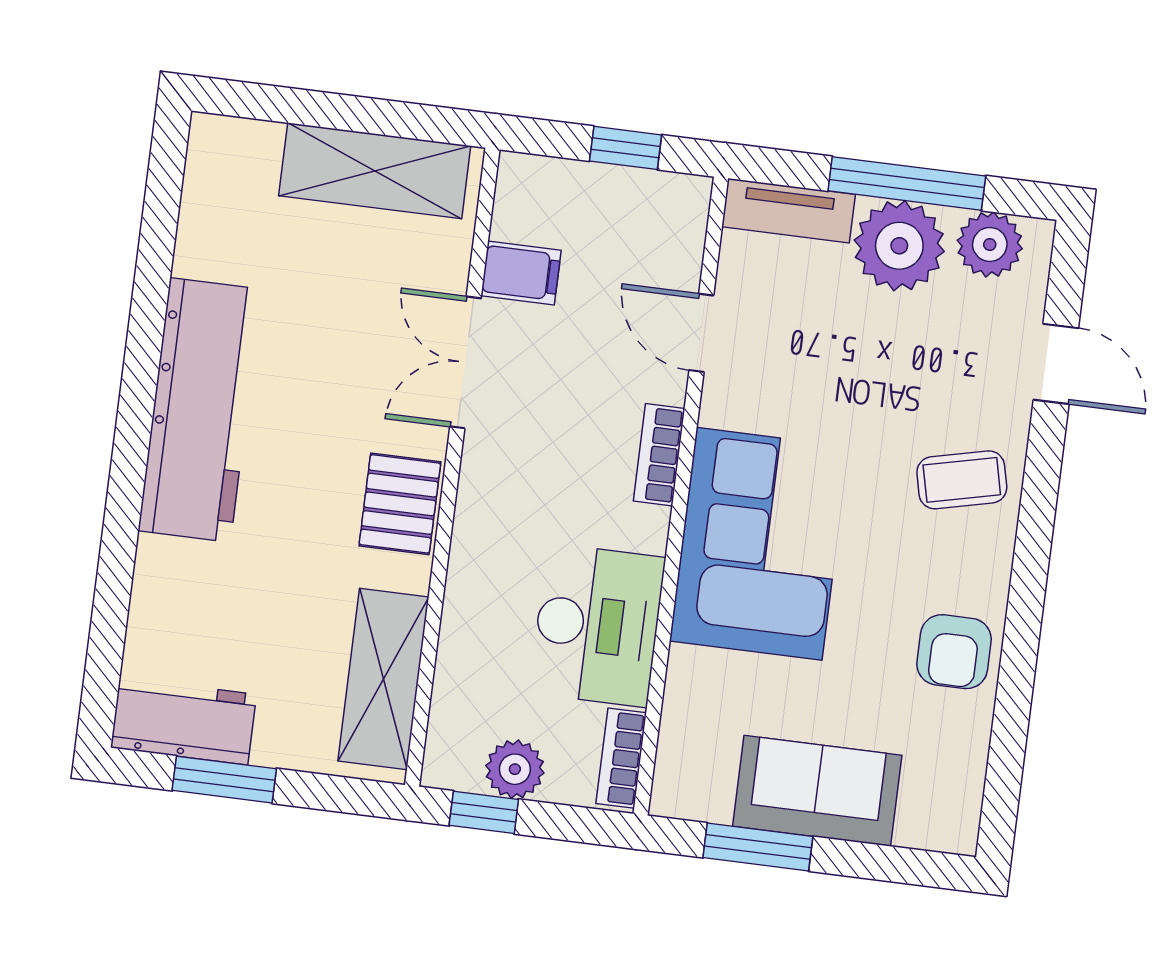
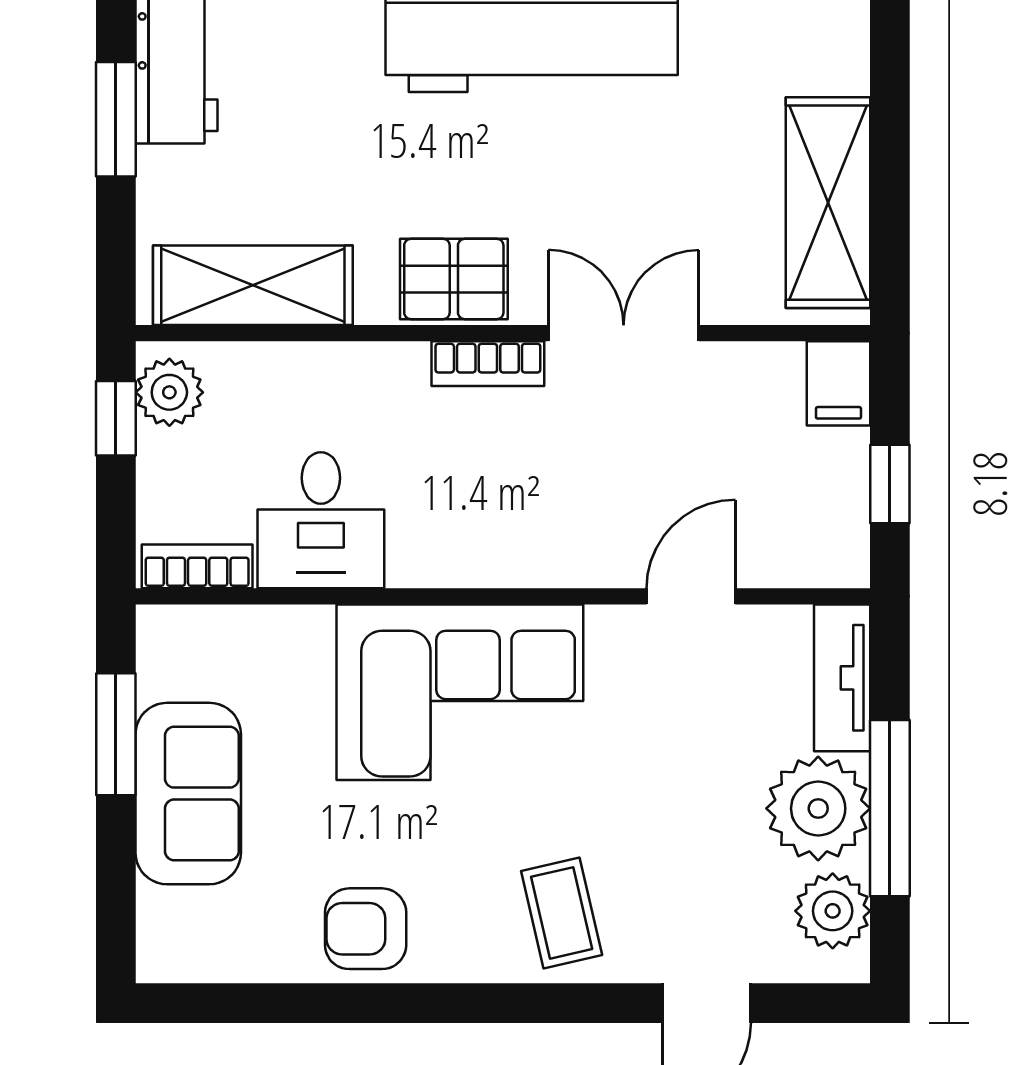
filing cabinet: (521, 273) -> (838, 383), moved
bookcase: (659, 455) -> (488, 364), moved, turned 180
desk: (597, 625) -> (321, 520), width x0.73
plant: (515, 769) -> (169, 392), moved

